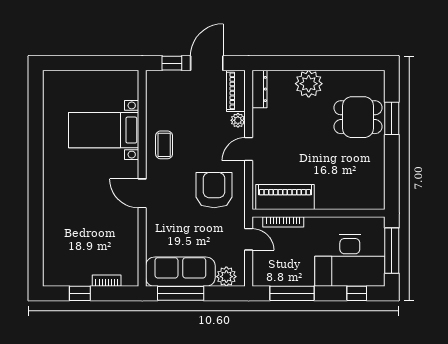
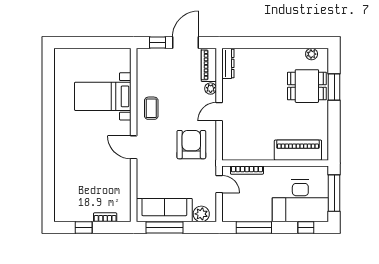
plant: (309, 84) -> (312, 54), moved, width x0.53, depth x0.53
piano: (285, 197) -> (298, 150), moved

